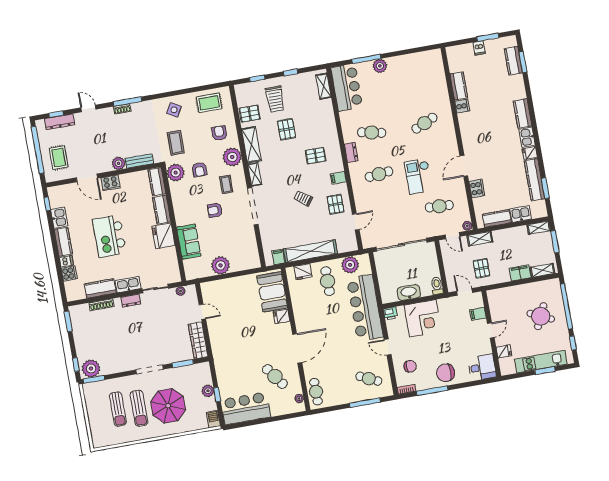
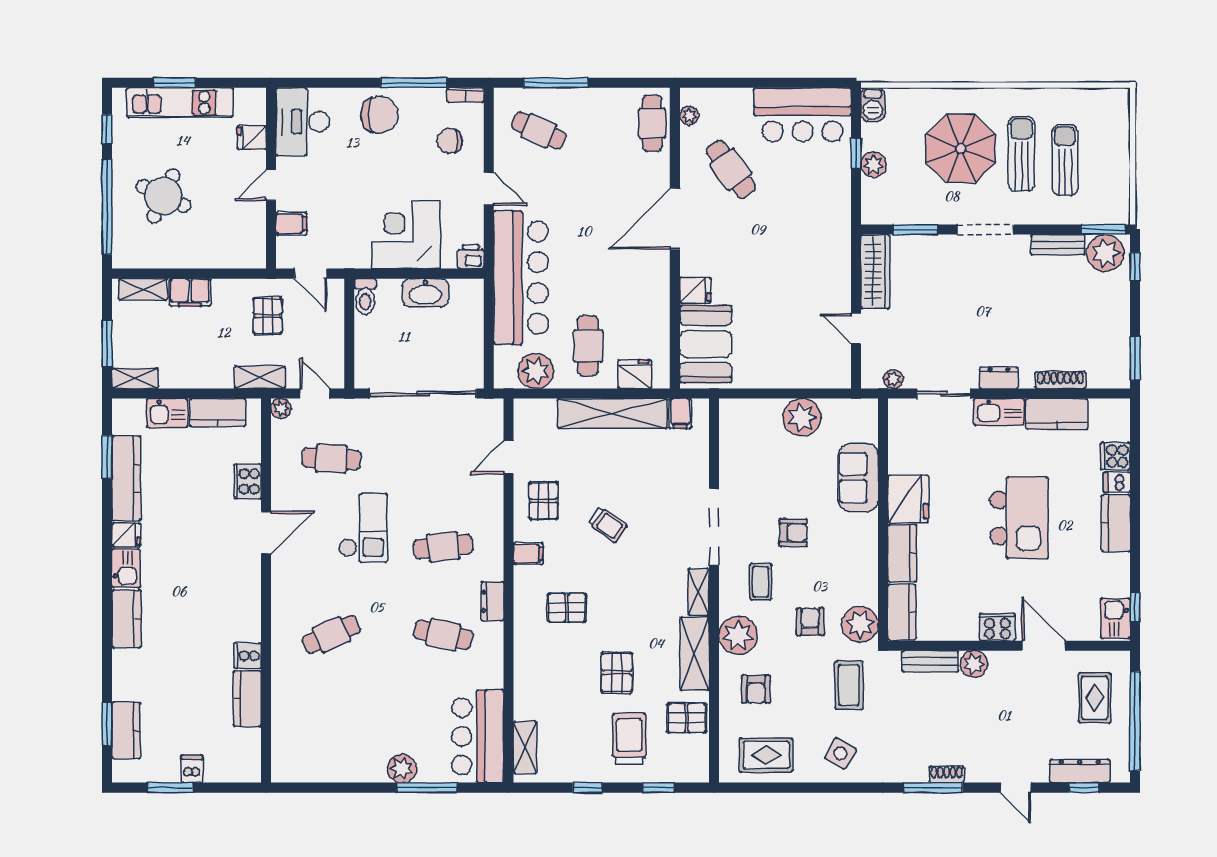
kitchen sink: (59, 218) -> (1115, 618), moved
desk: (482, 367) -> (303, 122), width x1.37
bench: (114, 368) -> (1058, 245), added

